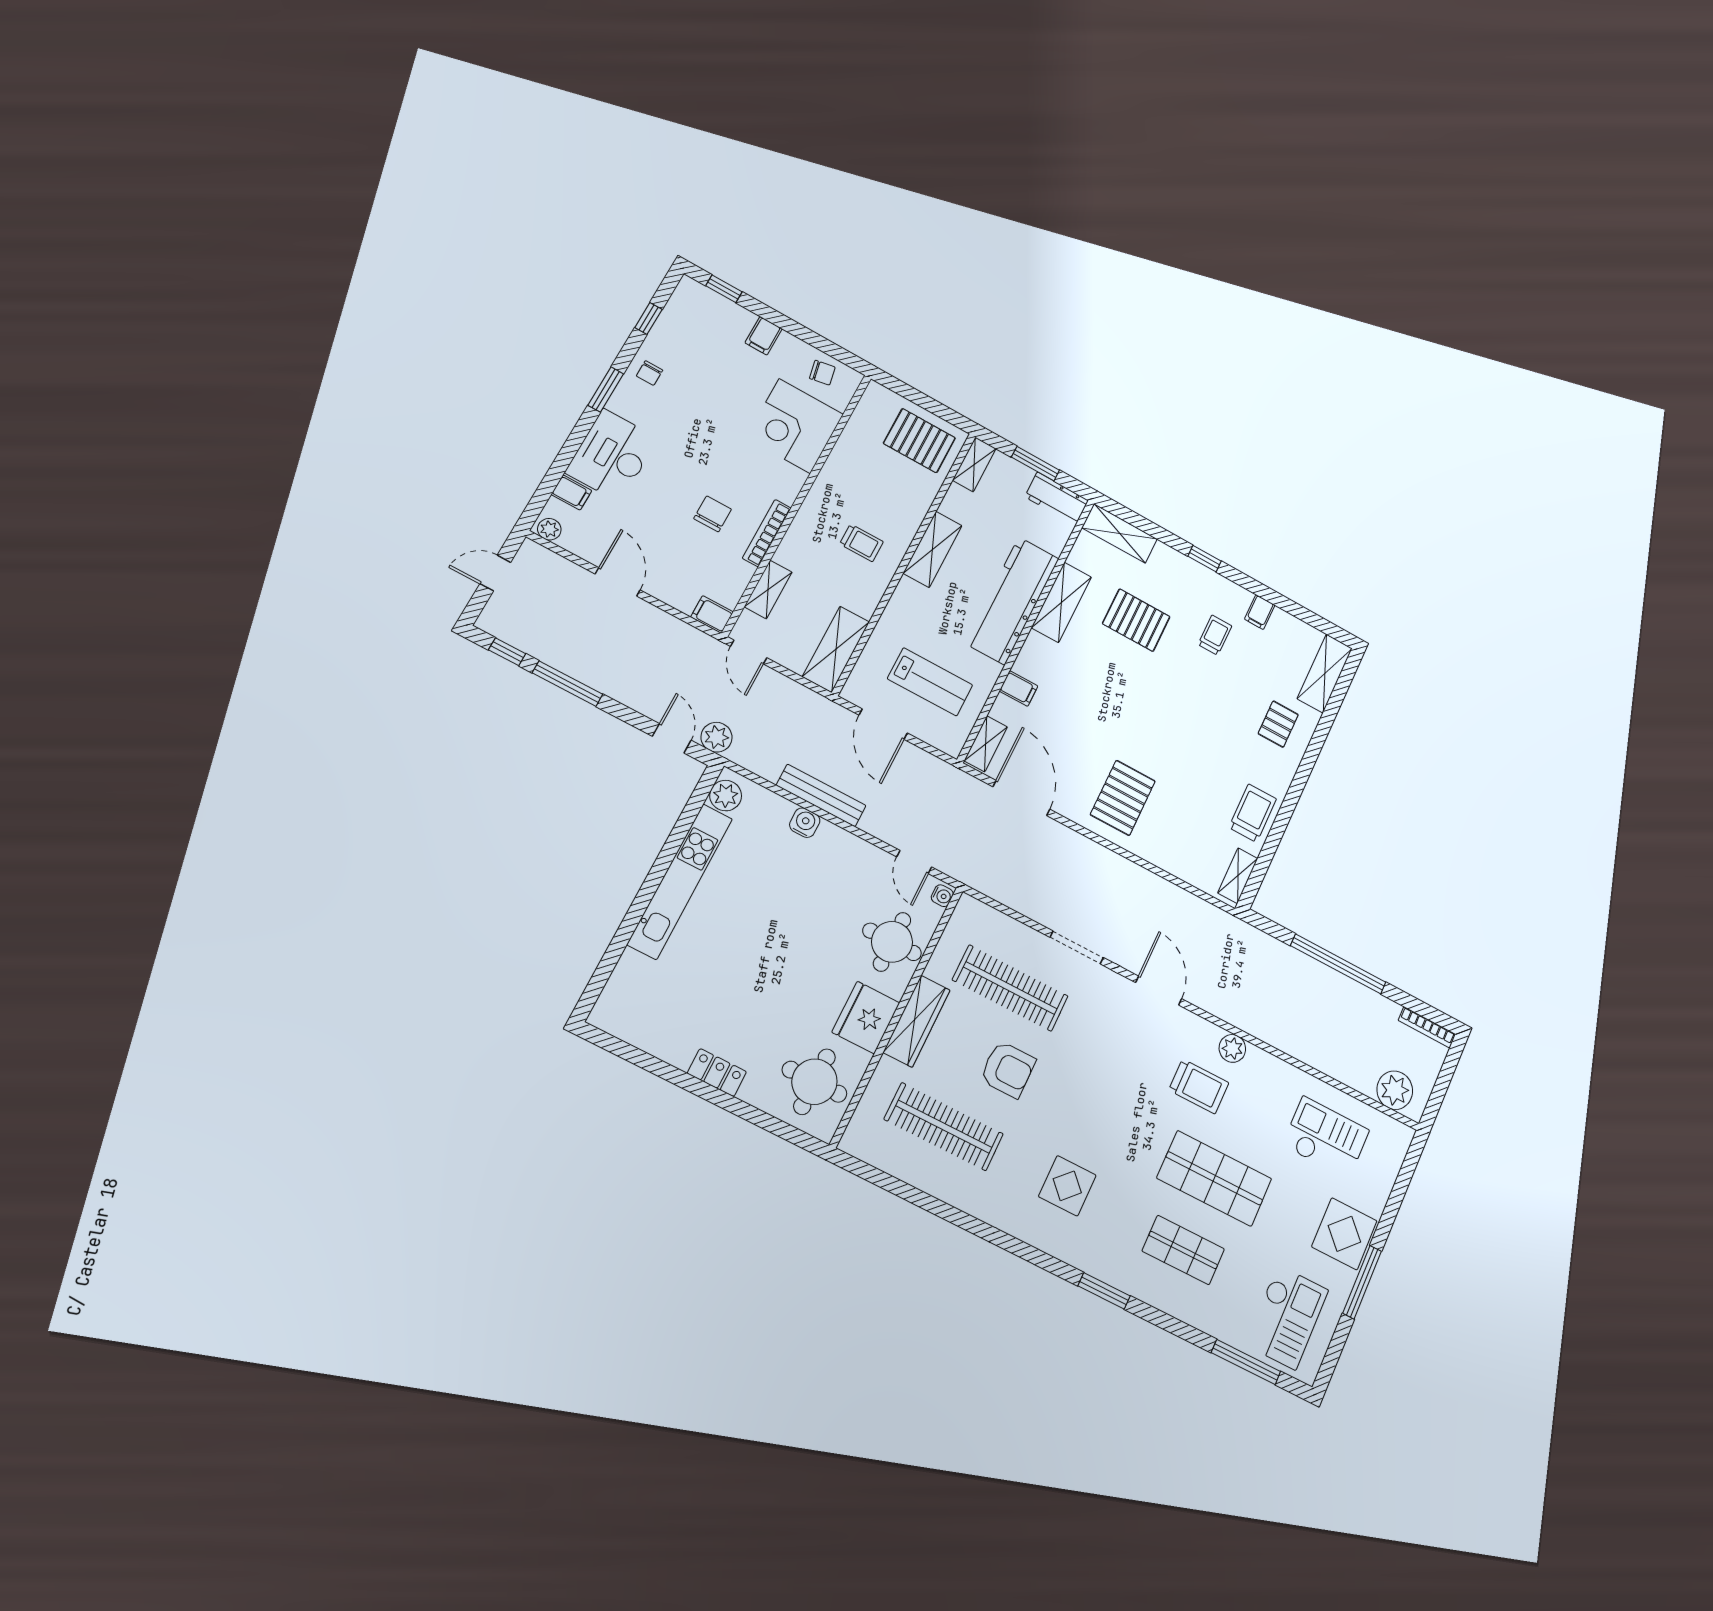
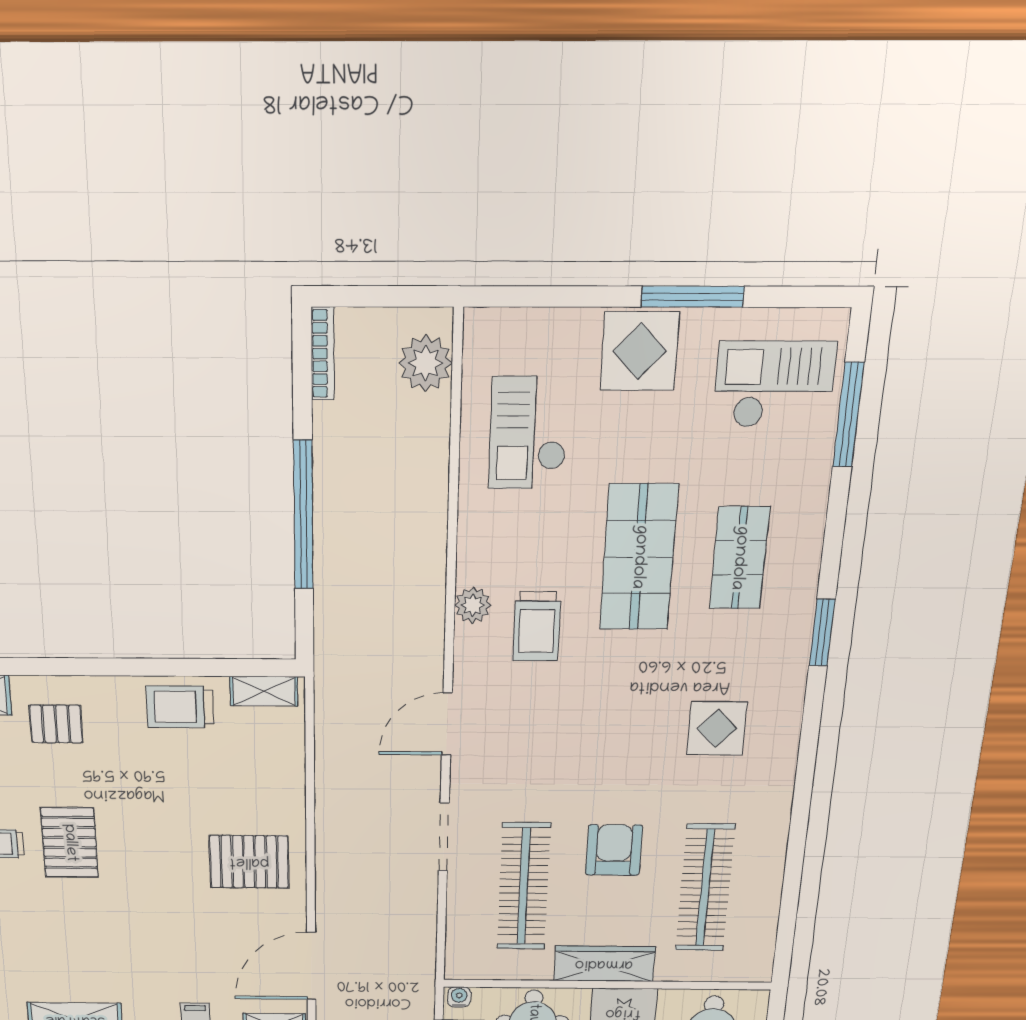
pallet: (1136, 620) -> (70, 843), moved
trolley: (1199, 1086) -> (537, 626), turned 180

